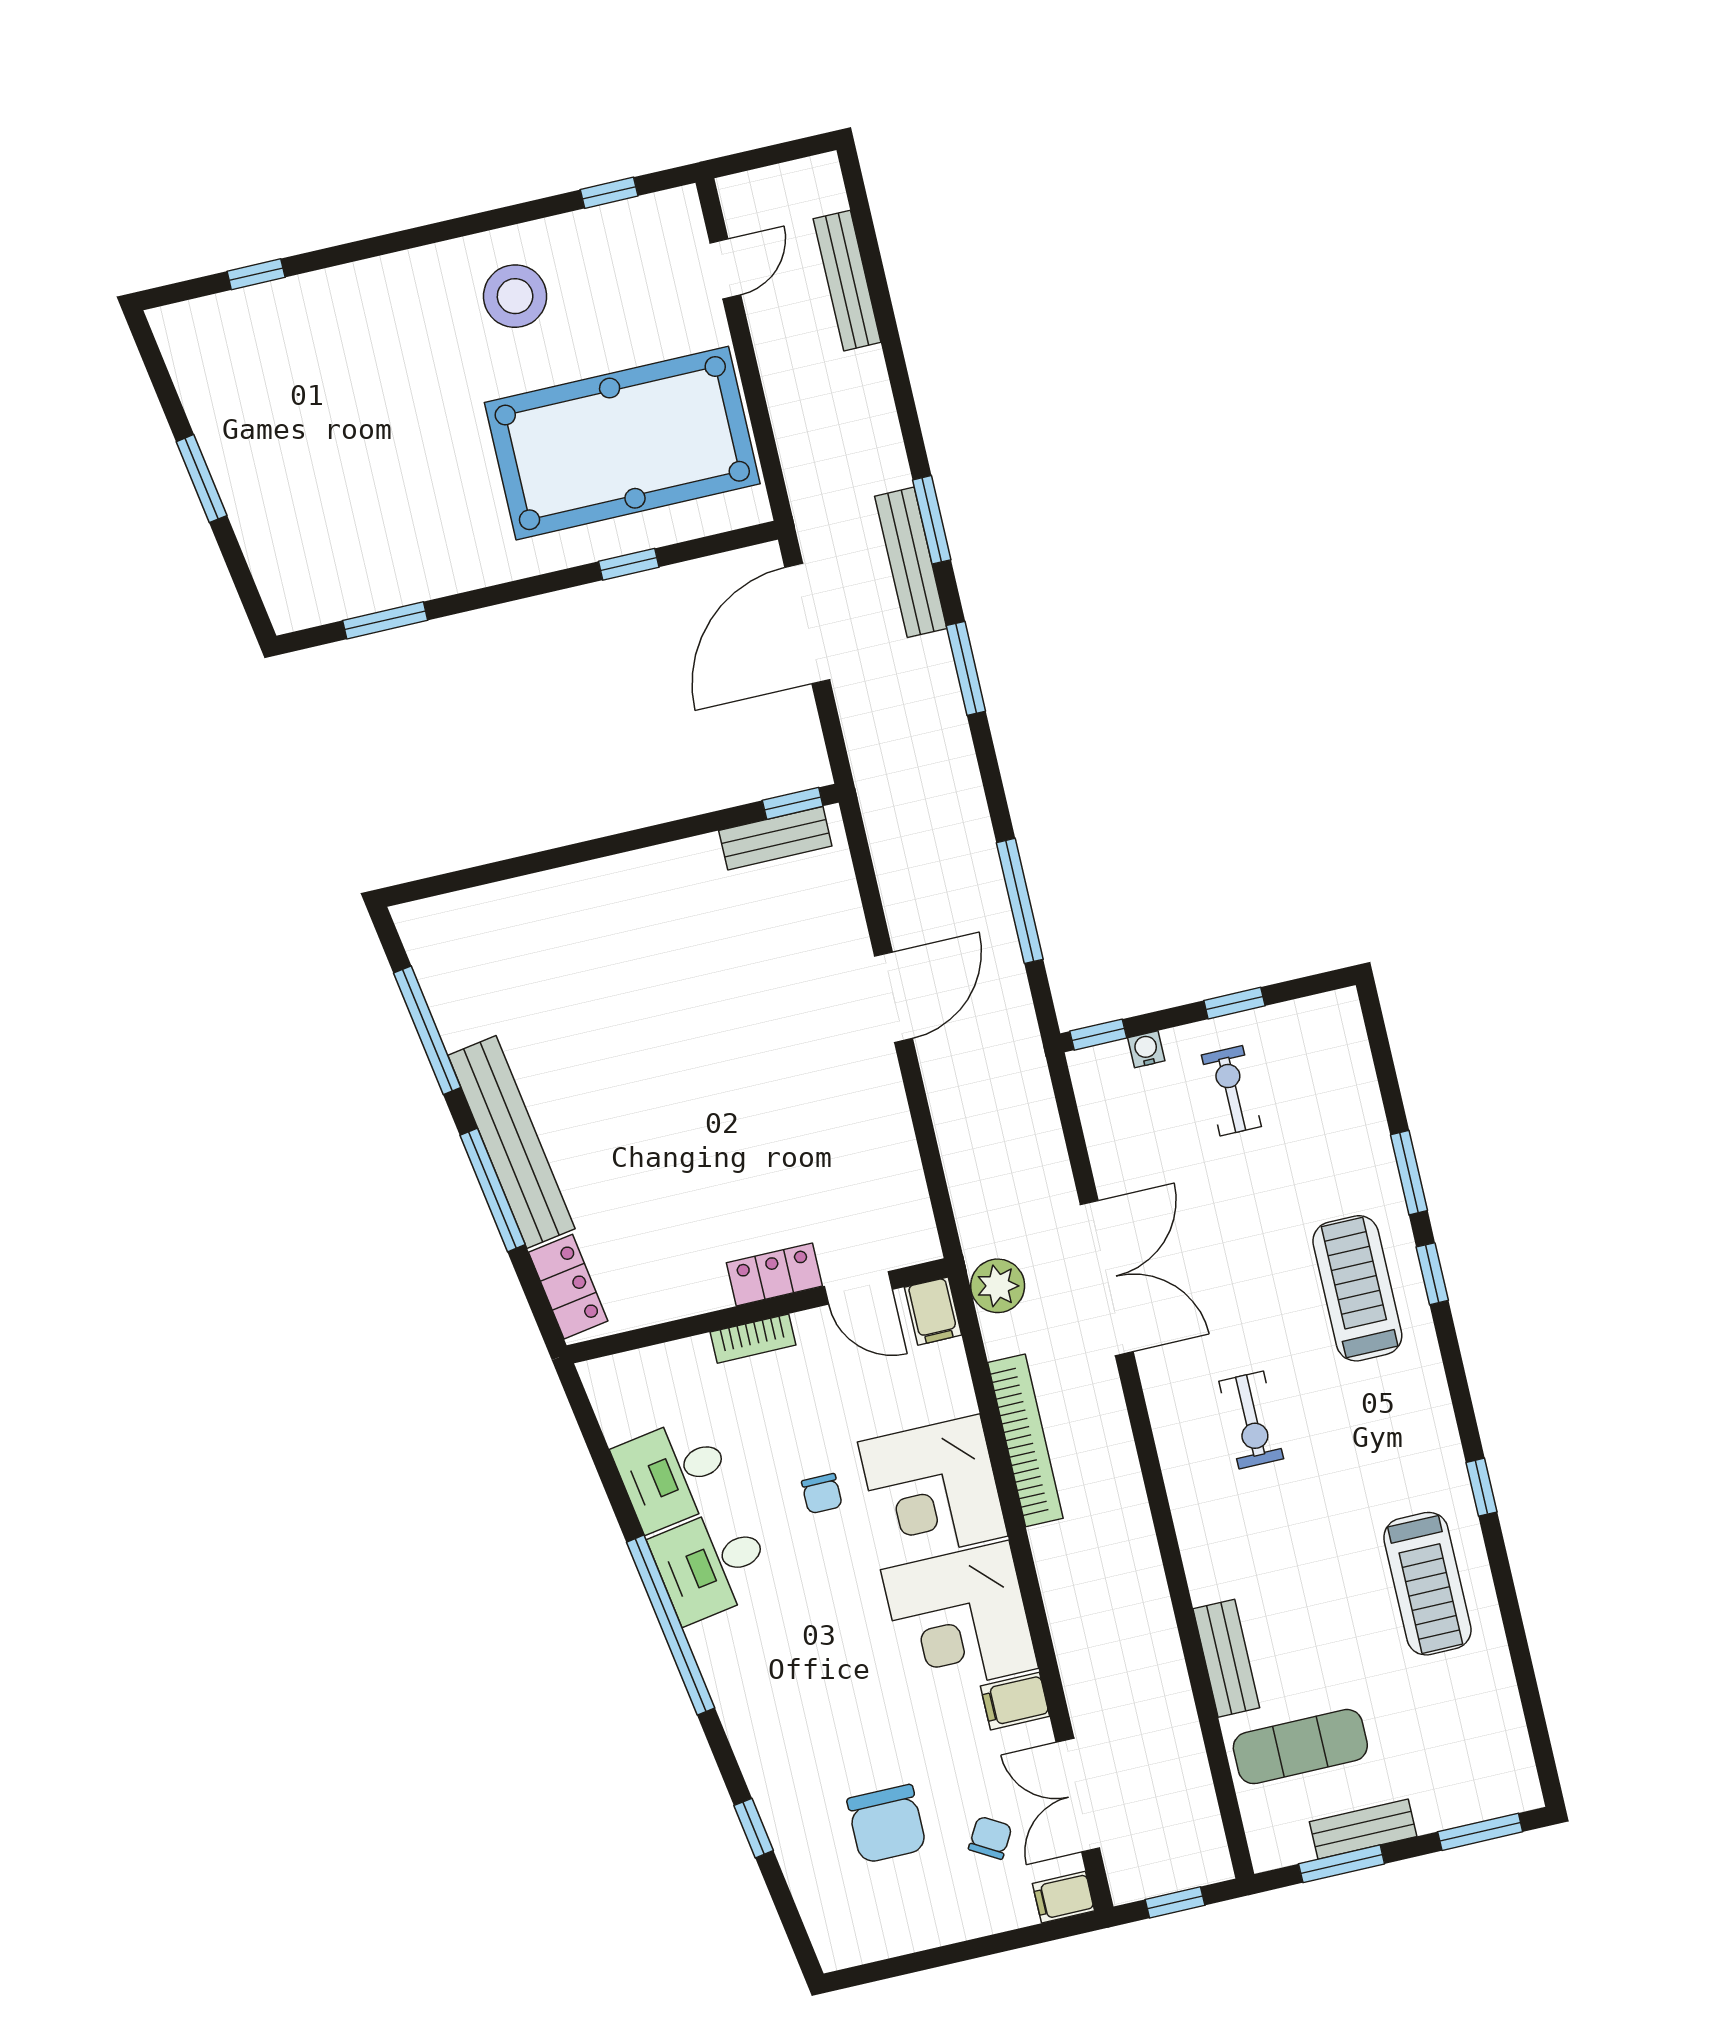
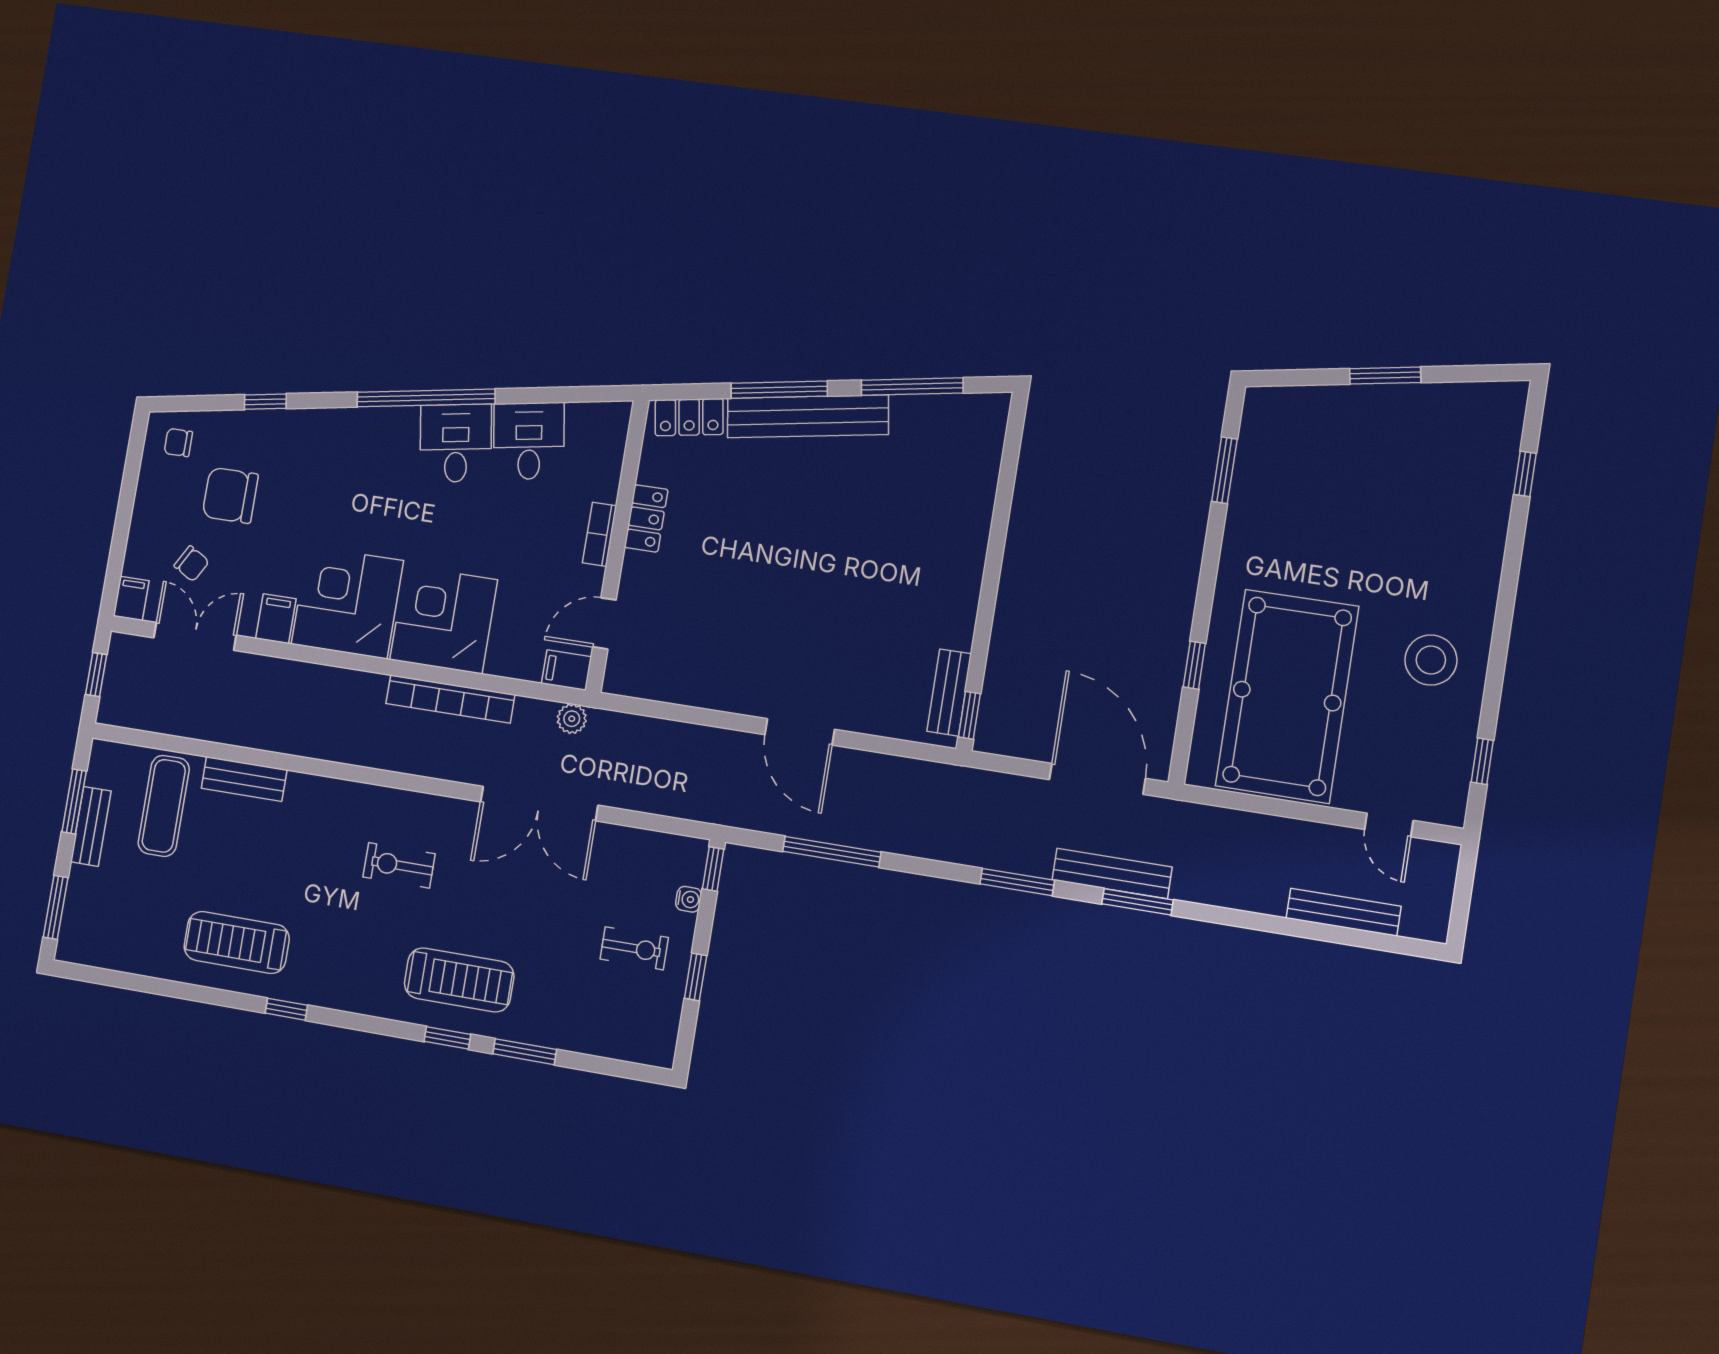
locker: (774, 1274) -> (646, 518), moved
plant: (998, 1286) -> (572, 719), width x0.73, depth x0.73
chair: (822, 1494) -> (178, 443), moved

